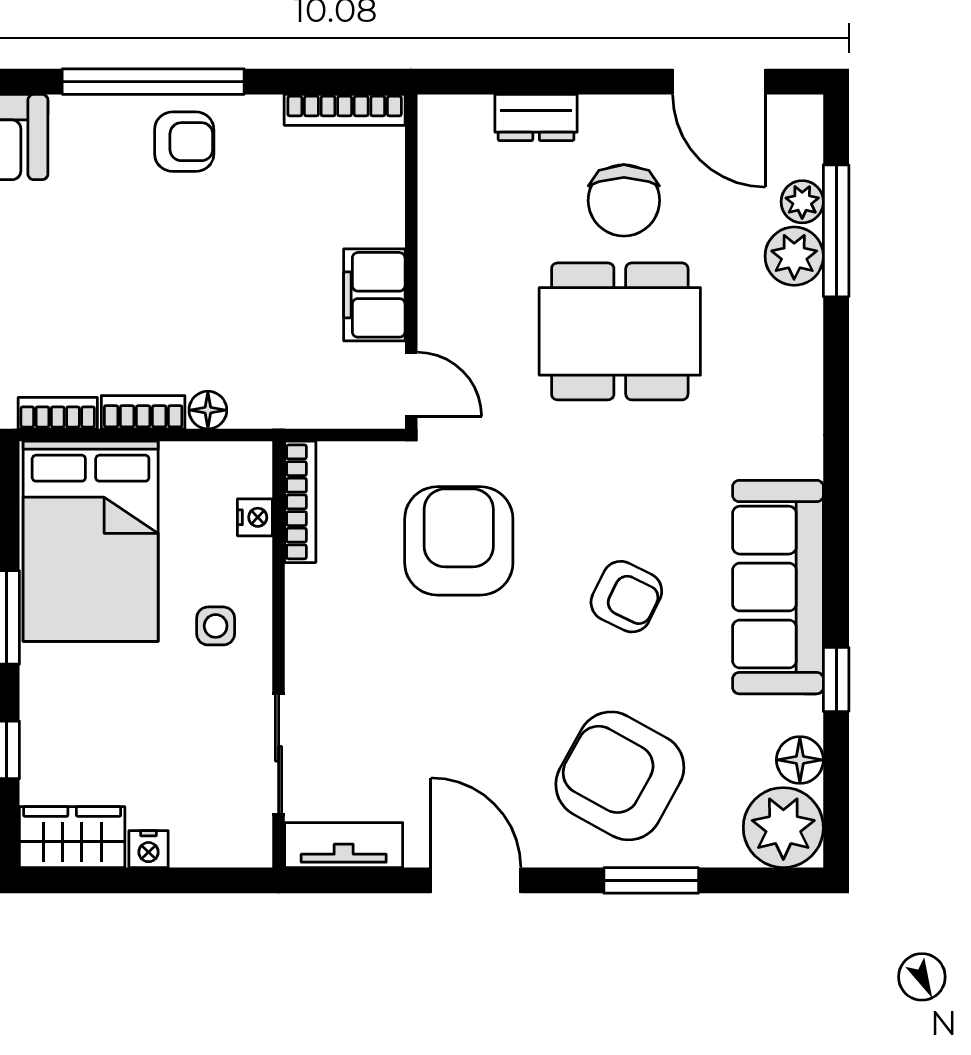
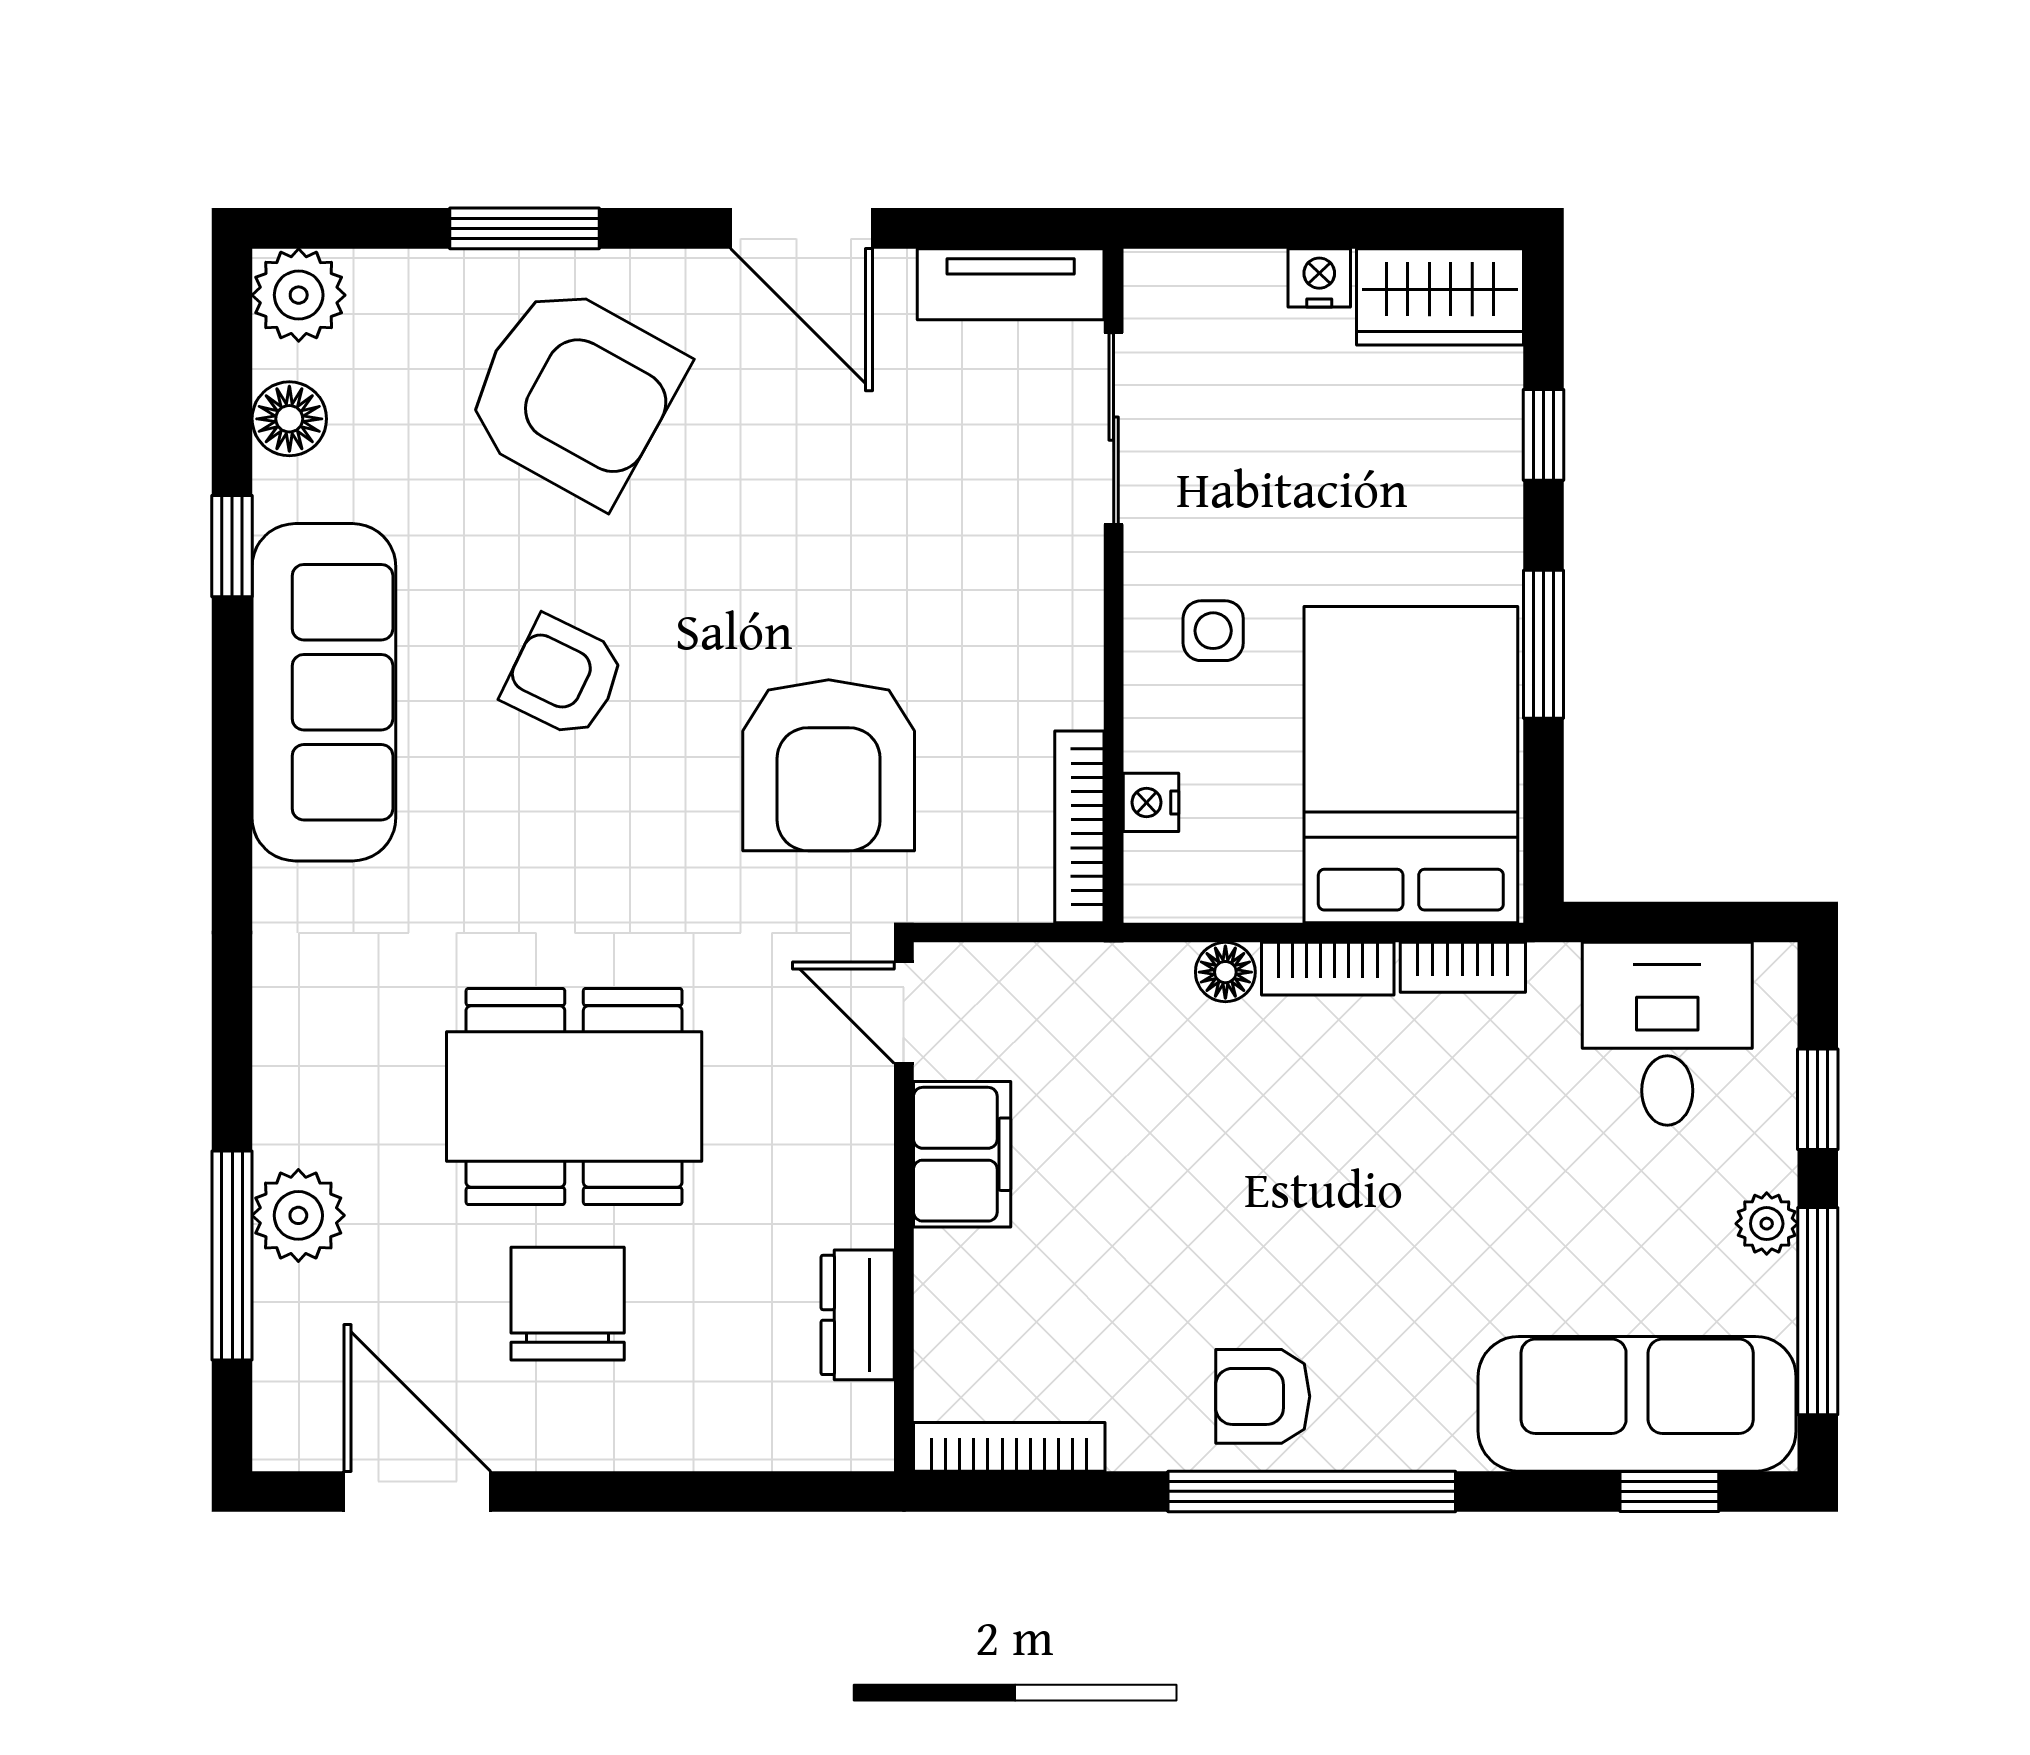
dresser: (536, 117) -> (858, 1315), moved, turned -90
plant: (802, 202) -> (286, 1301), removed
plant: (783, 828) -> (299, 295), width x0.73, depth x0.73

